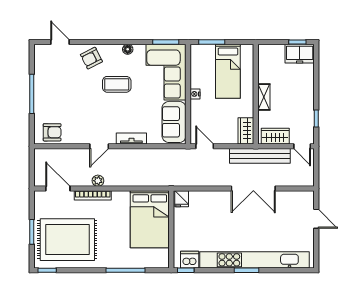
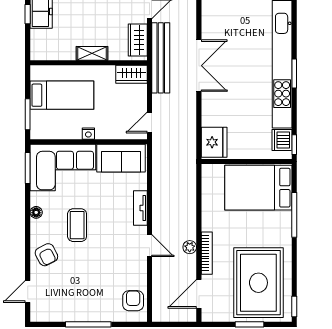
fridge: (182, 199) -> (214, 142), width x1.88, depth x1.34
bed: (150, 219) -> (258, 188), moved, turned 180

